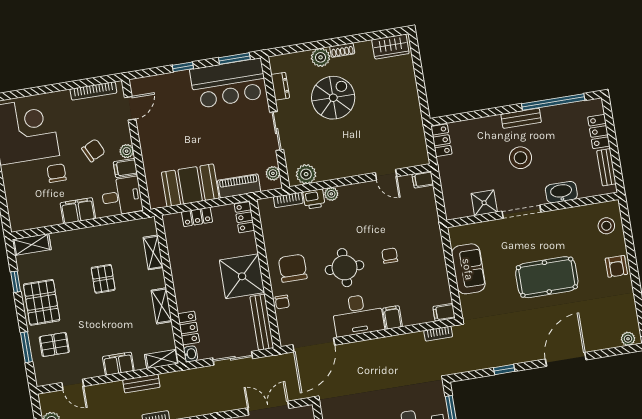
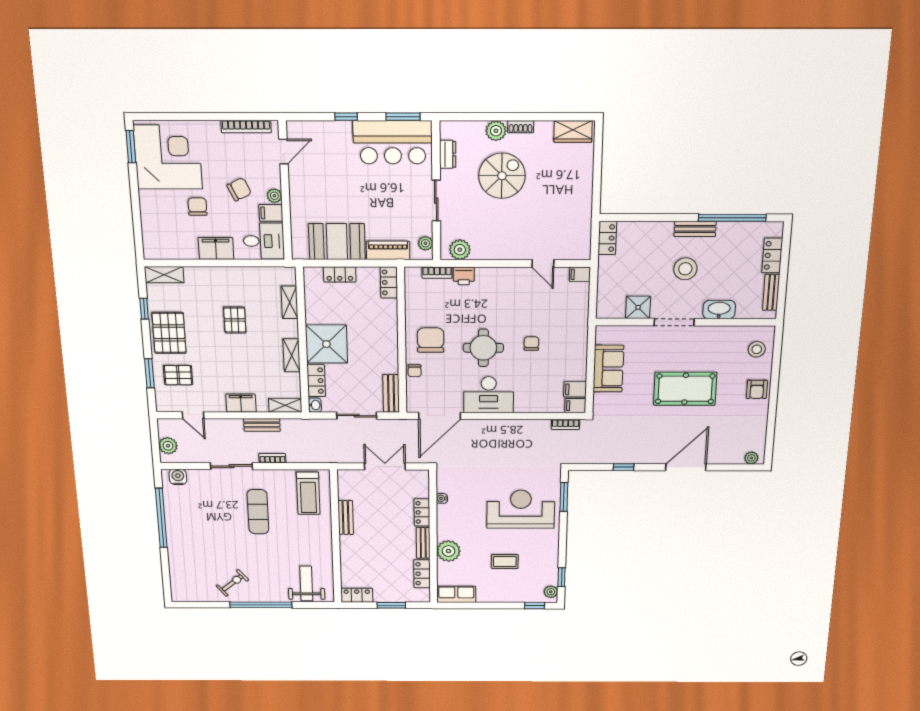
plant: (331, 194) -> (483, 274), removed
shower: (242, 276) -> (326, 344), moved
filing cabinet: (393, 317) -> (575, 389), moved, turned -90
bench: (262, 322) -> (391, 394), width x0.73

